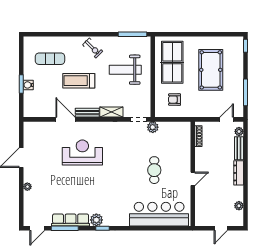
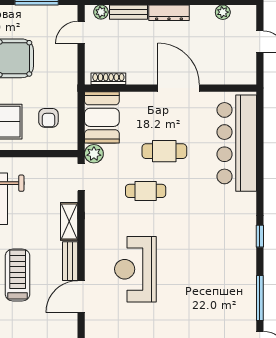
treadmill: (79, 81) -> (18, 275), turned 180
door: (227, 119) -> (81, 32), hinge flipped
booth: (175, 132) -> (102, 117), added
cafe table: (130, 159) -> (146, 191), added
door: (193, 179) -> (179, 88), width x1.88
row of seats: (71, 220) -> (246, 289), removed
plant: (96, 220) -> (246, 246), removed

